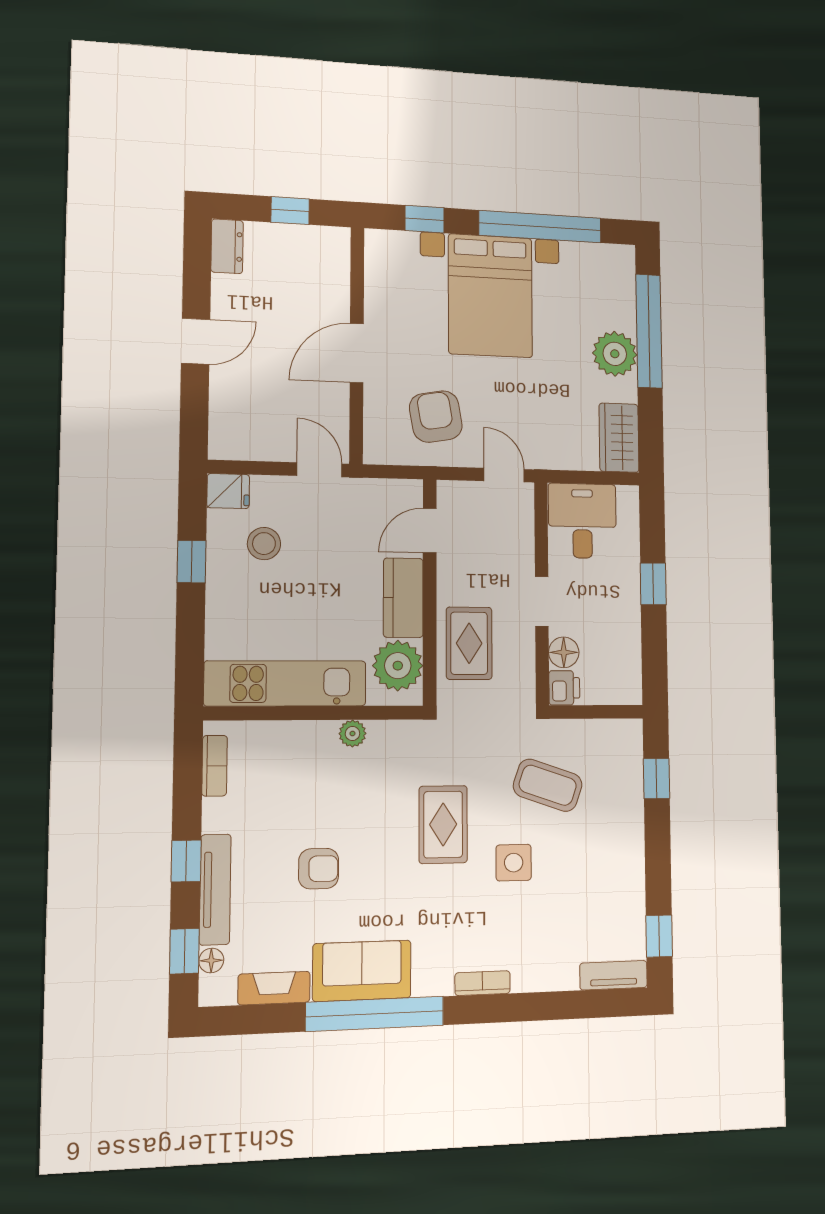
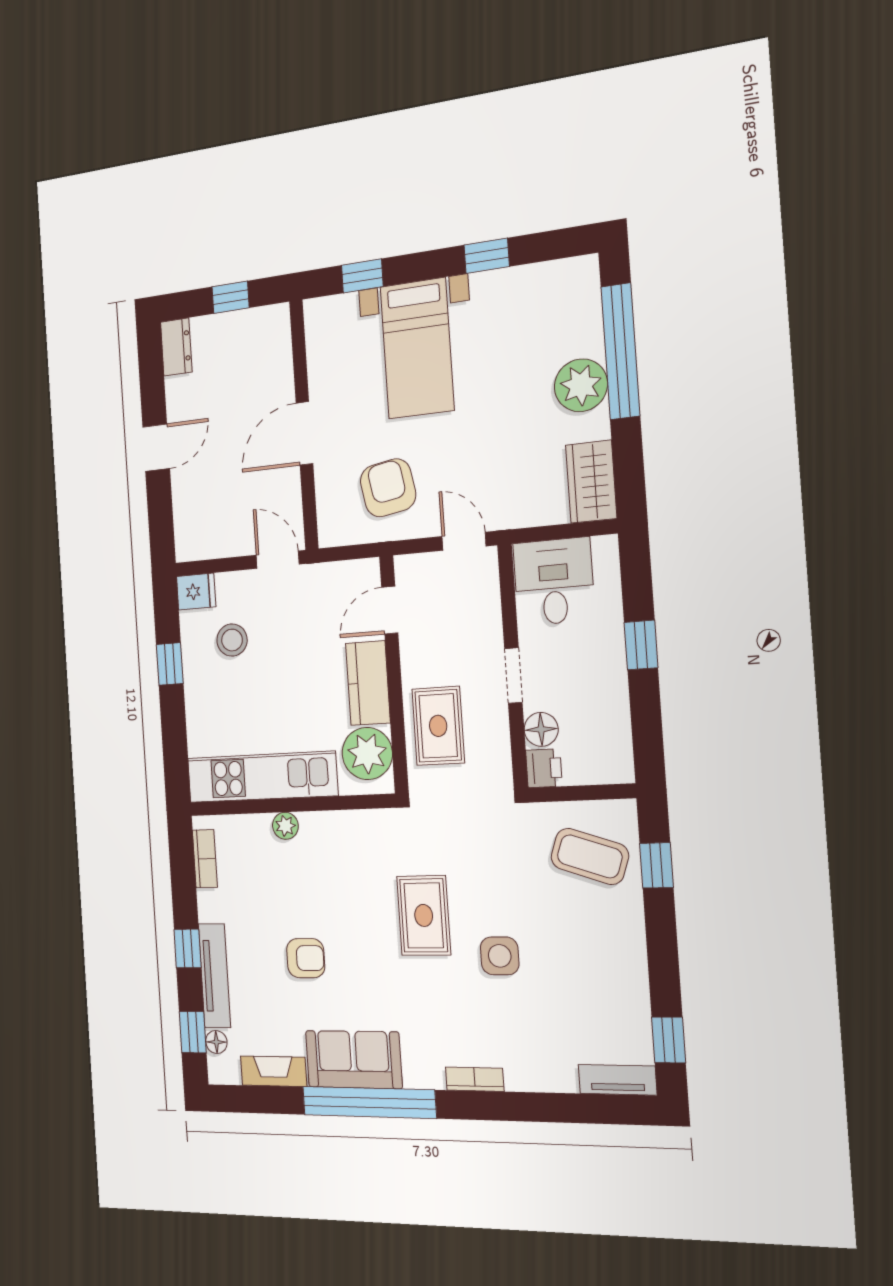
window: (540, 227) -> (487, 256), width x0.32
bed with nightstands: (490, 296) -> (417, 348), width x0.73
plant: (352, 733) -> (285, 826), moved
coffee table: (548, 785) -> (590, 856), moved

